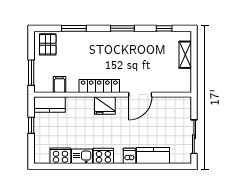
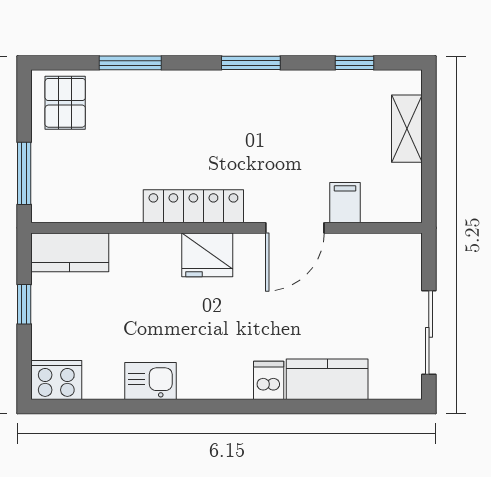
filing cabinet: (60, 84) -> (345, 203), moved
cooker: (60, 156) -> (56, 380), moved
cooker: (103, 156) -> (204, 380), removed

